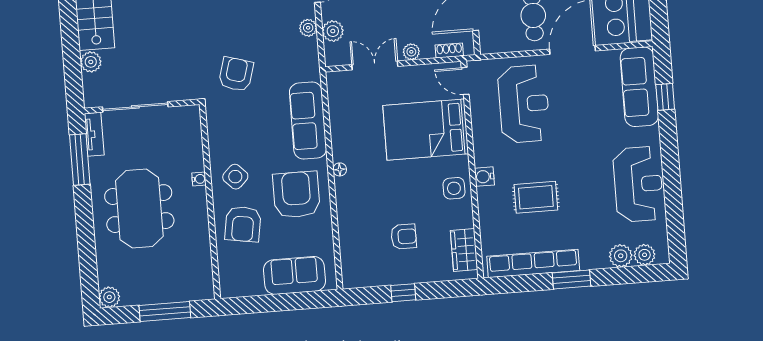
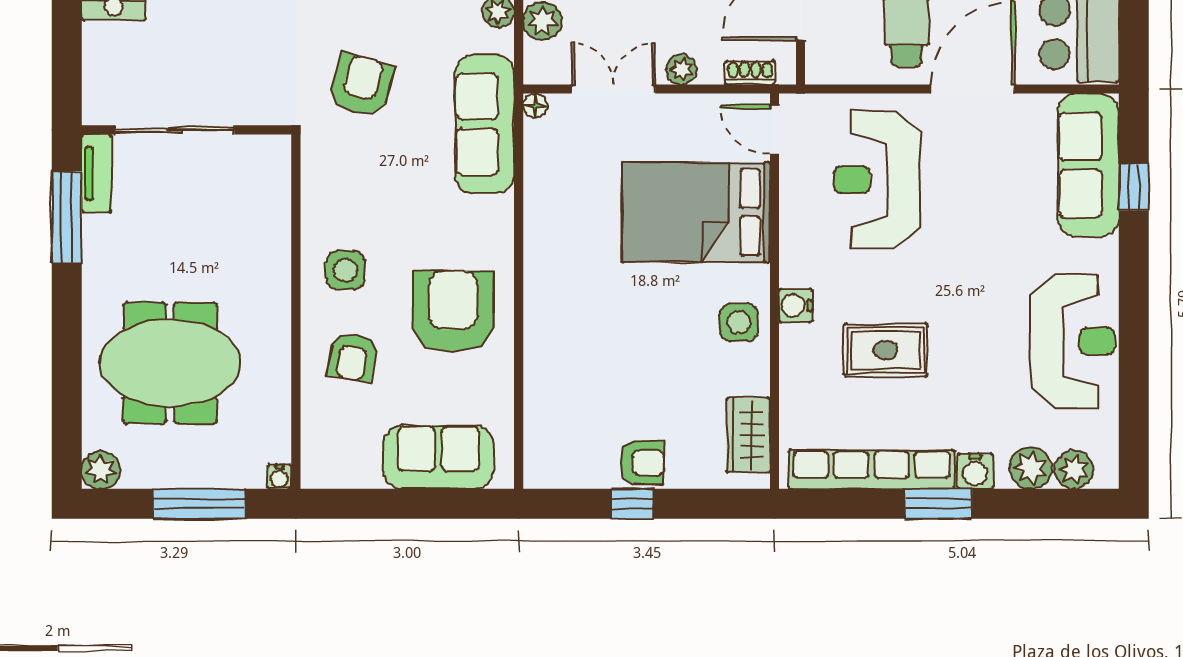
plant: (91, 62) -> (101, 42), removed
reception desk: (524, 104) -> (877, 180), turned 180
sofa: (308, 121) -> (485, 124), moved
floor lamp: (340, 169) -> (535, 106), moved
side table: (235, 177) -> (345, 270), turned 45
water cooler: (199, 179) -> (279, 477), moved, turned 90
meeting table: (139, 209) -> (170, 363), moved, turned 90
armchair: (243, 224) -> (352, 357), width x0.72, depth x0.72
armchair: (404, 237) -> (642, 463), moved
water cooler: (590, 260) -> (975, 471), added

